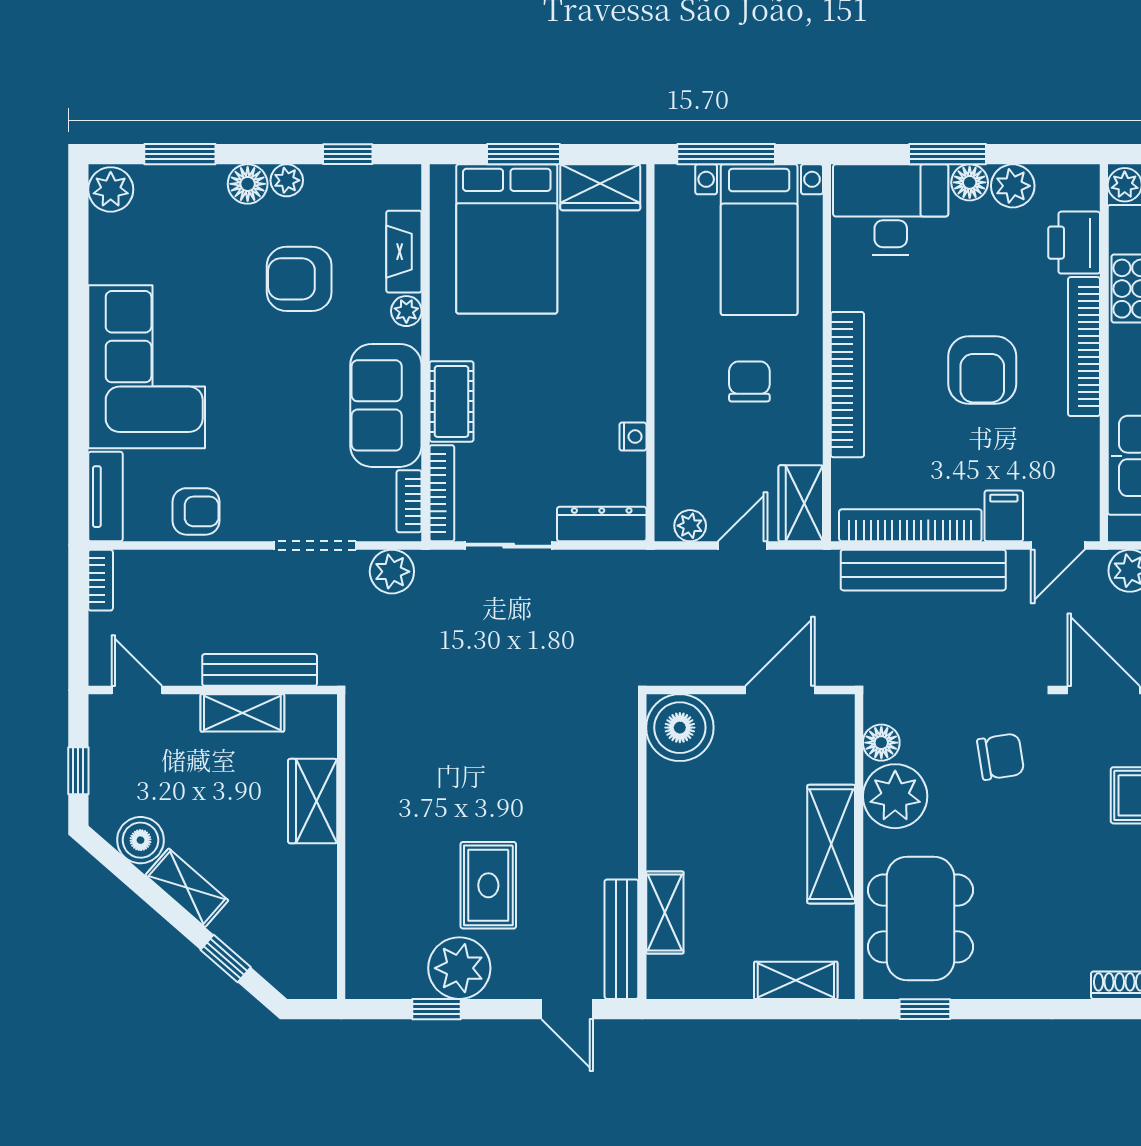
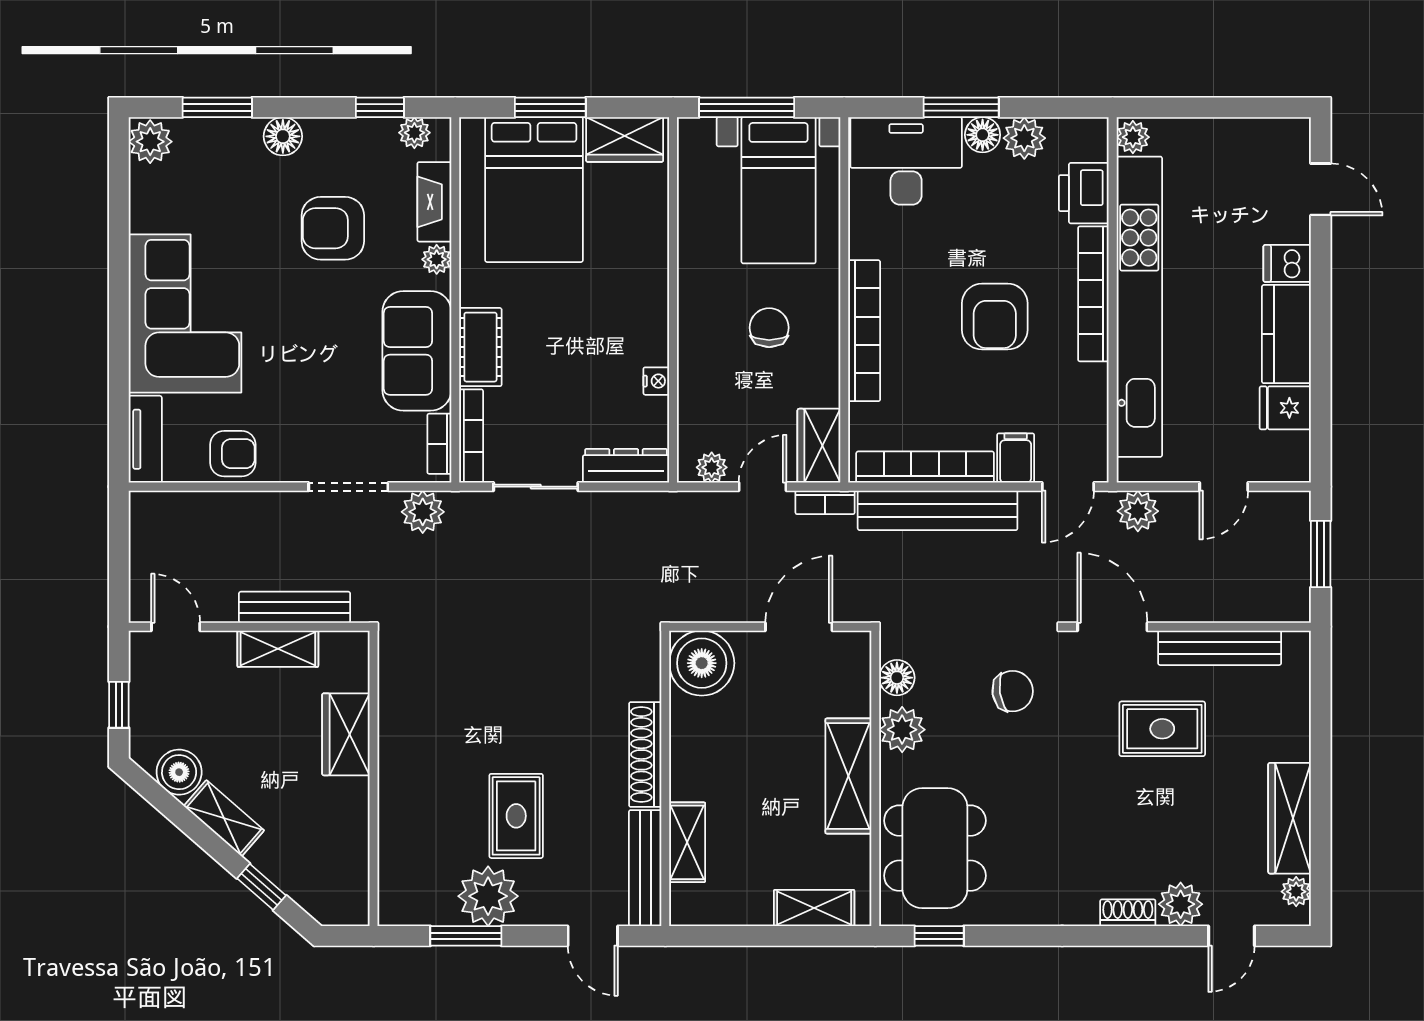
plant: (287, 180) -> (414, 133), moved
bookcase: (101, 580) -> (825, 502), moved, turned 90
plant: (895, 796) -> (902, 730), width x0.73, depth x0.73
shoe rack: (622, 822) -> (645, 755), added
window: (436, 1009) -> (466, 936), width x1.50

